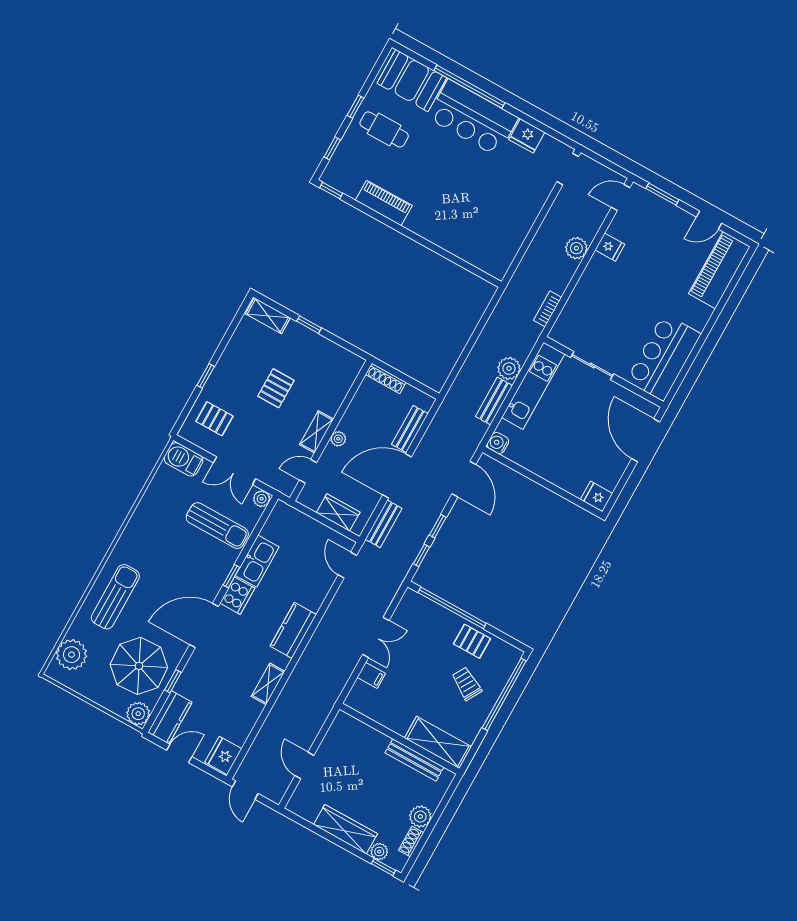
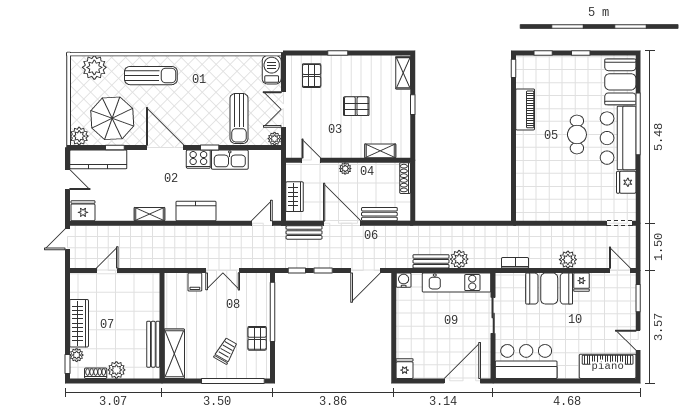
cafe table: (384, 129) -> (577, 135), moved
booth: (597, 287) -> (549, 289), added
shelving: (317, 432) -> (380, 151), moved
kitchen counter: (170, 717) -> (98, 159), width x1.50

